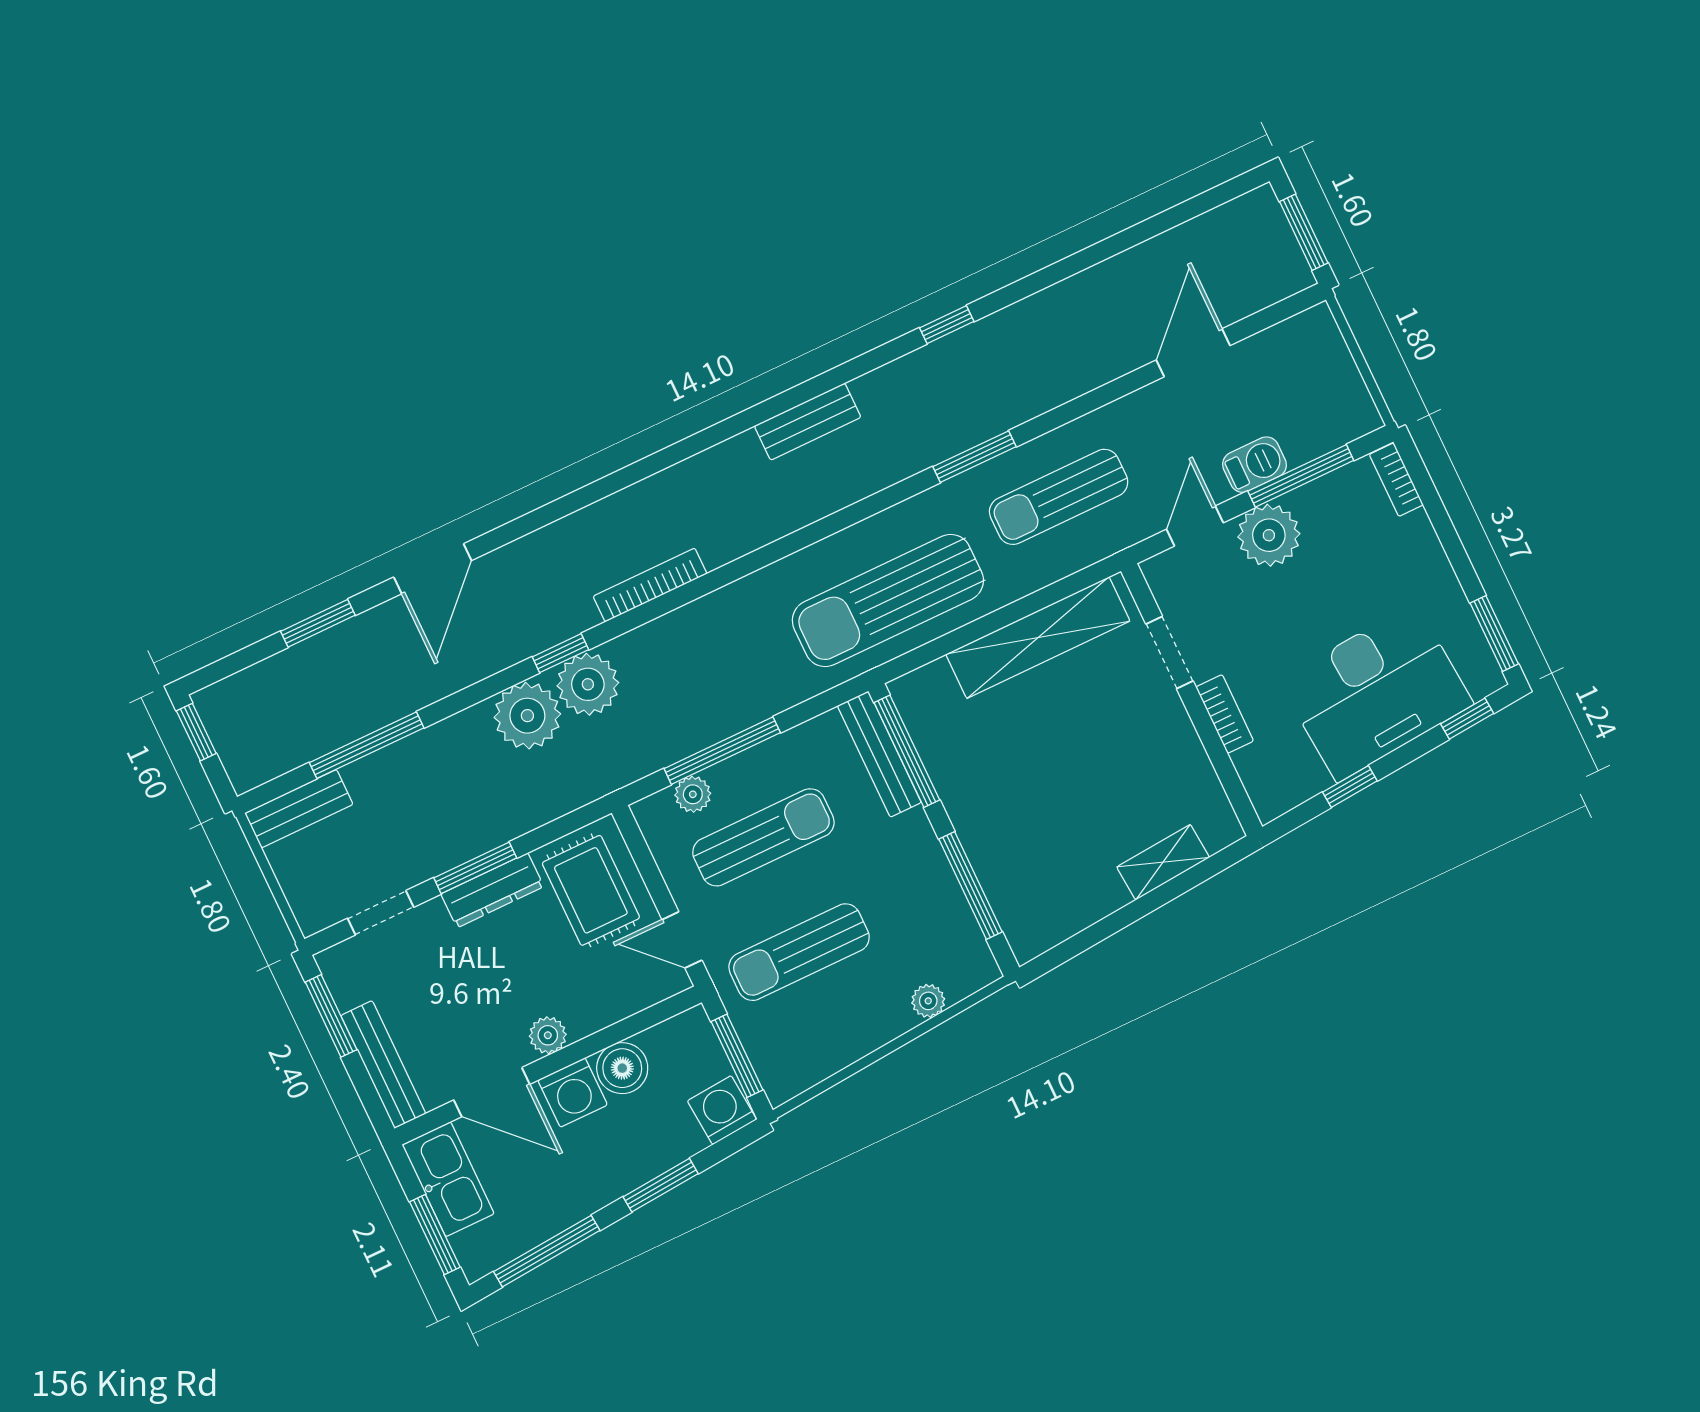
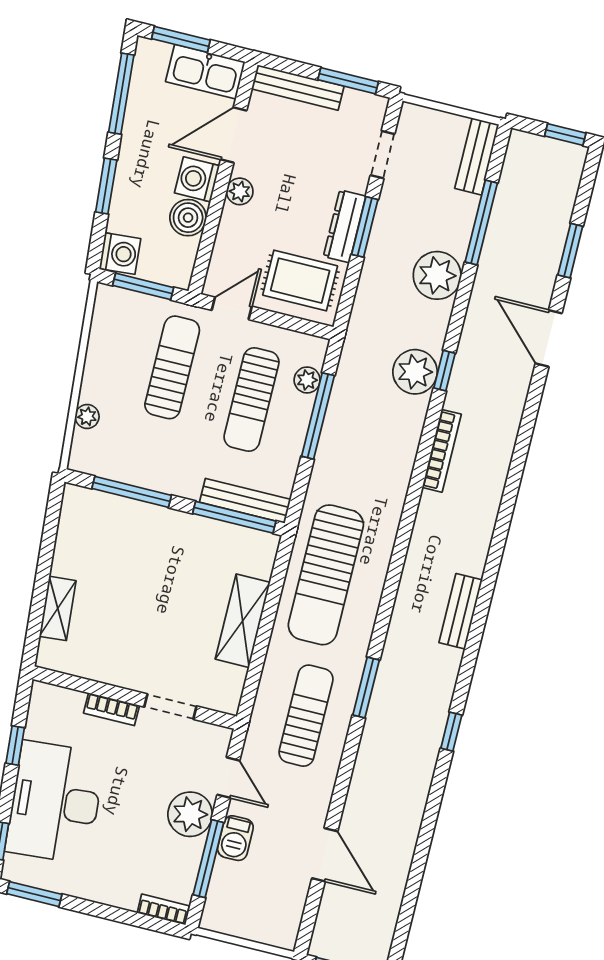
sun lounger: (888, 600) -> (326, 575), turned 180
shelving: (1038, 638) -> (243, 621), width x0.68
plant: (527, 716) -> (437, 275), moved

